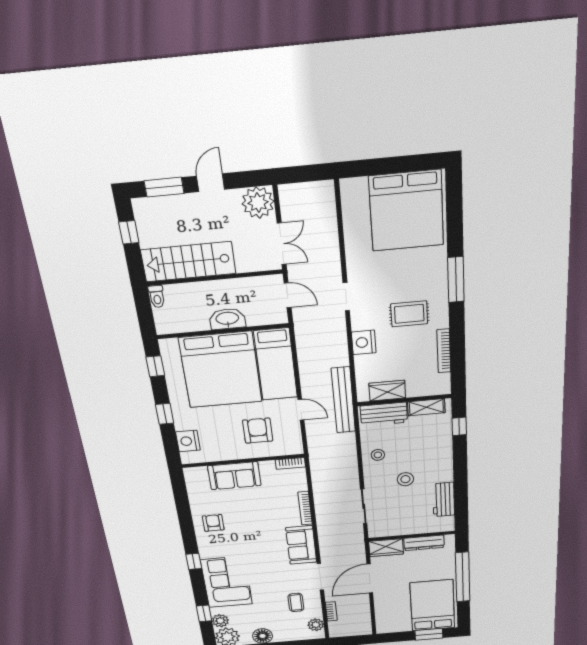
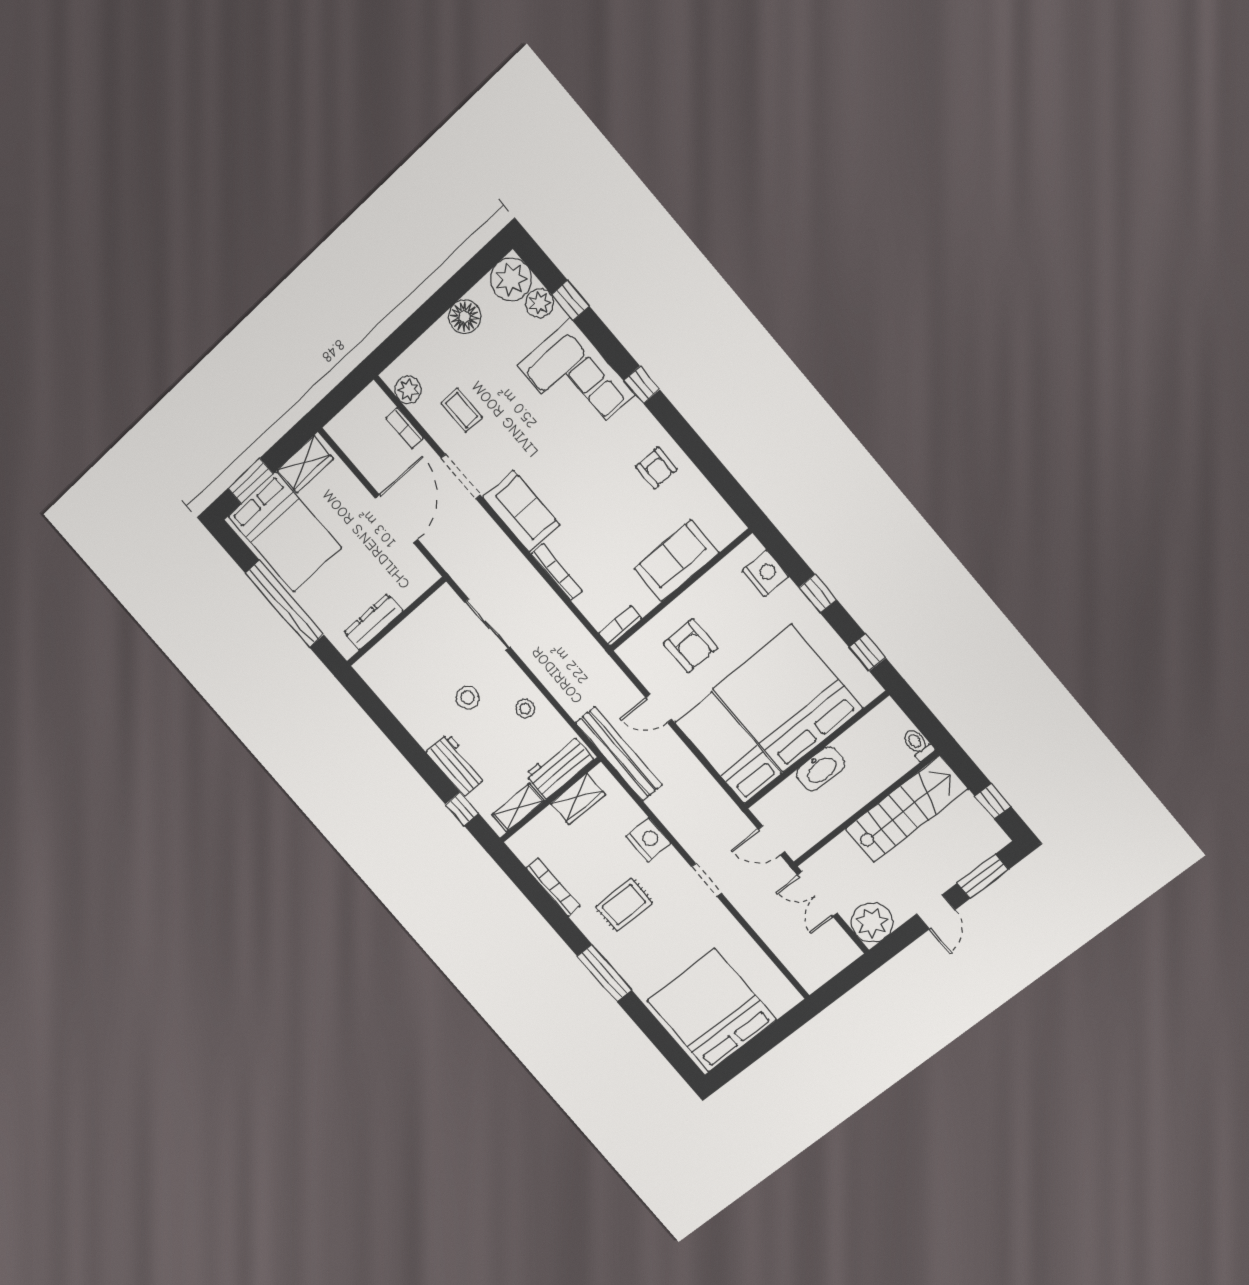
workbench: (444, 499) -> (456, 765), moved
wardrobe: (386, 548) -> (305, 464), moved, turned 180

